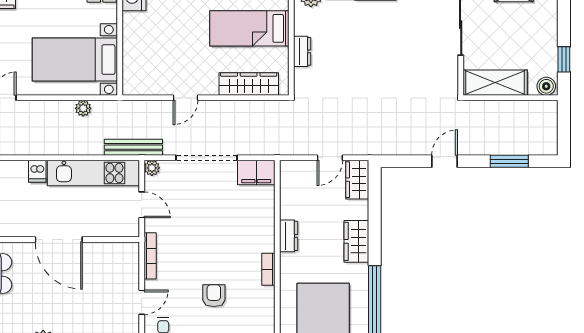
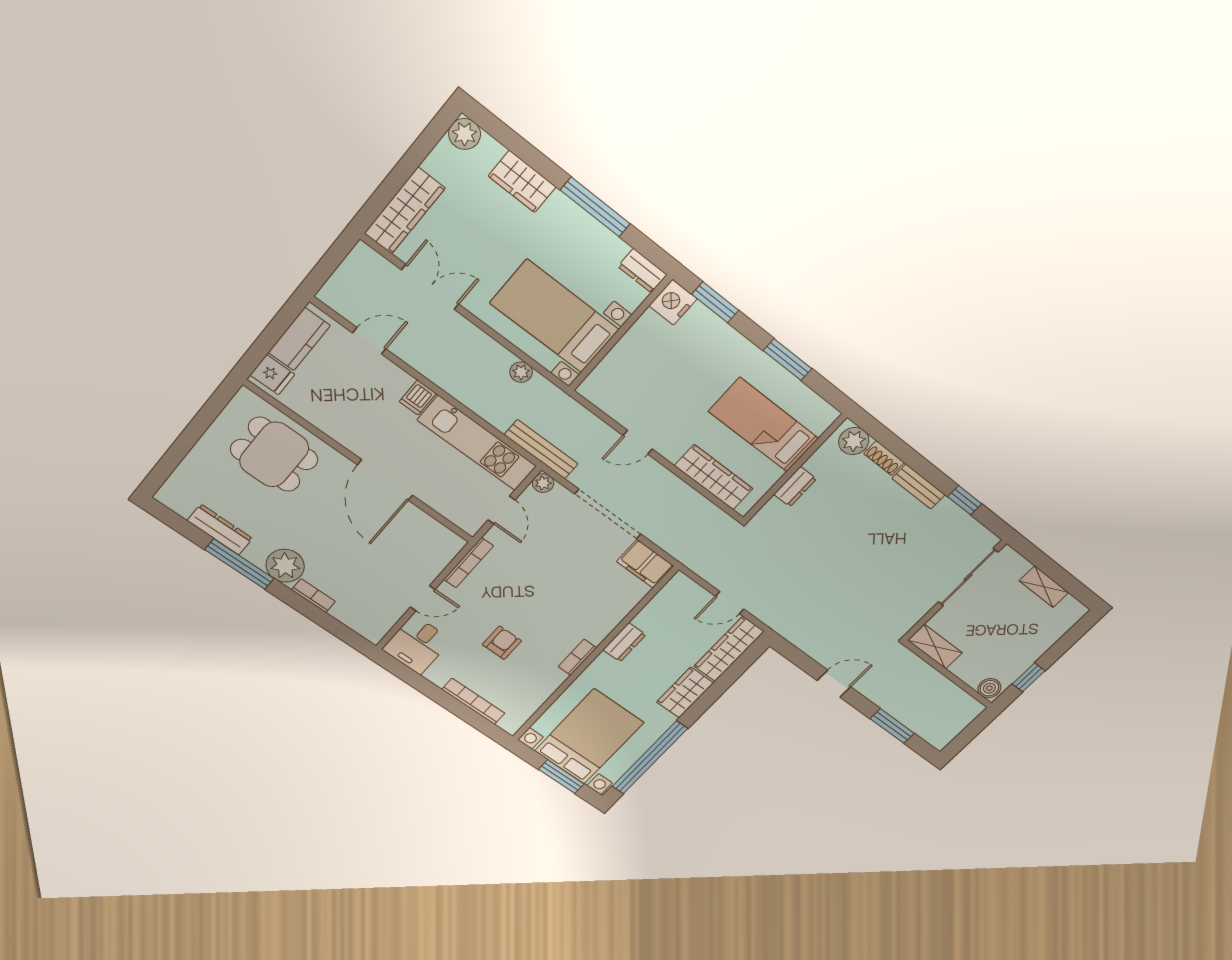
shelving: (495, 83) -> (935, 647), width x0.67, depth x0.75
wardrobe: (357, 180) -> (729, 649), width x1.50

